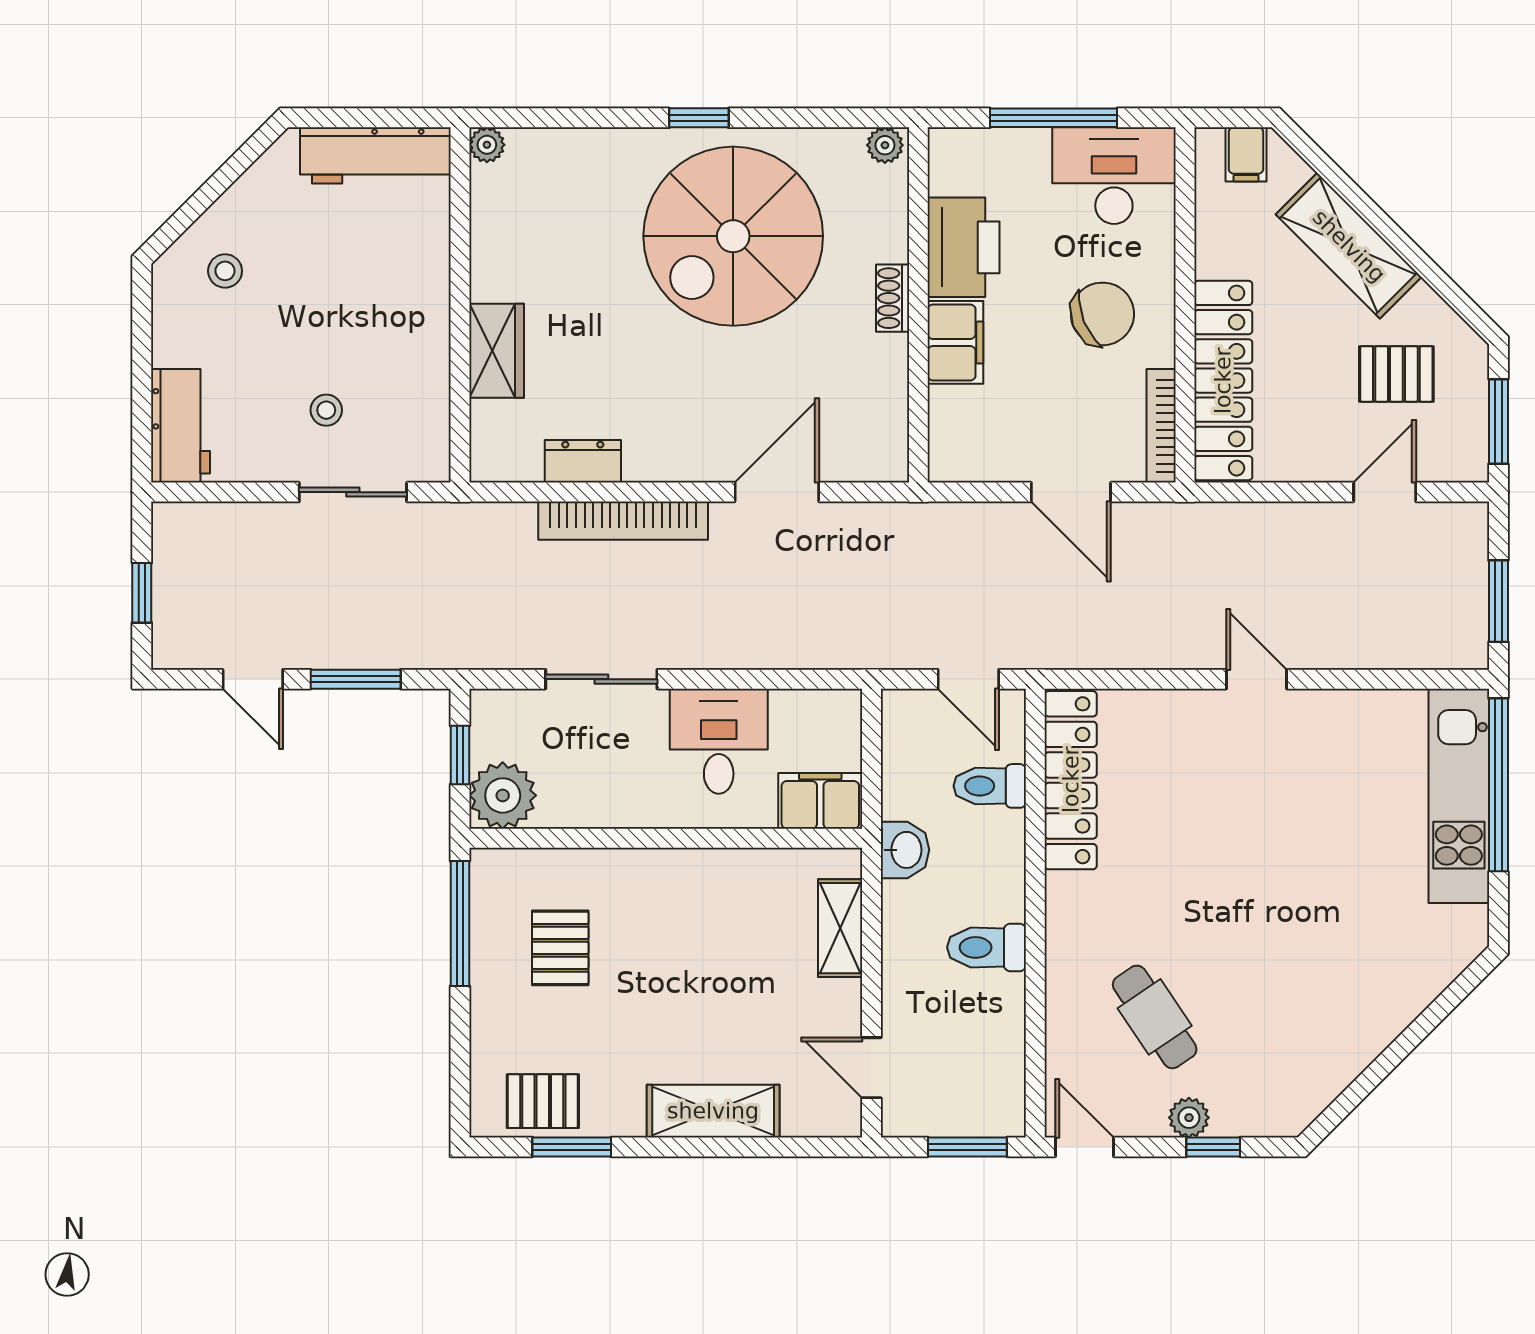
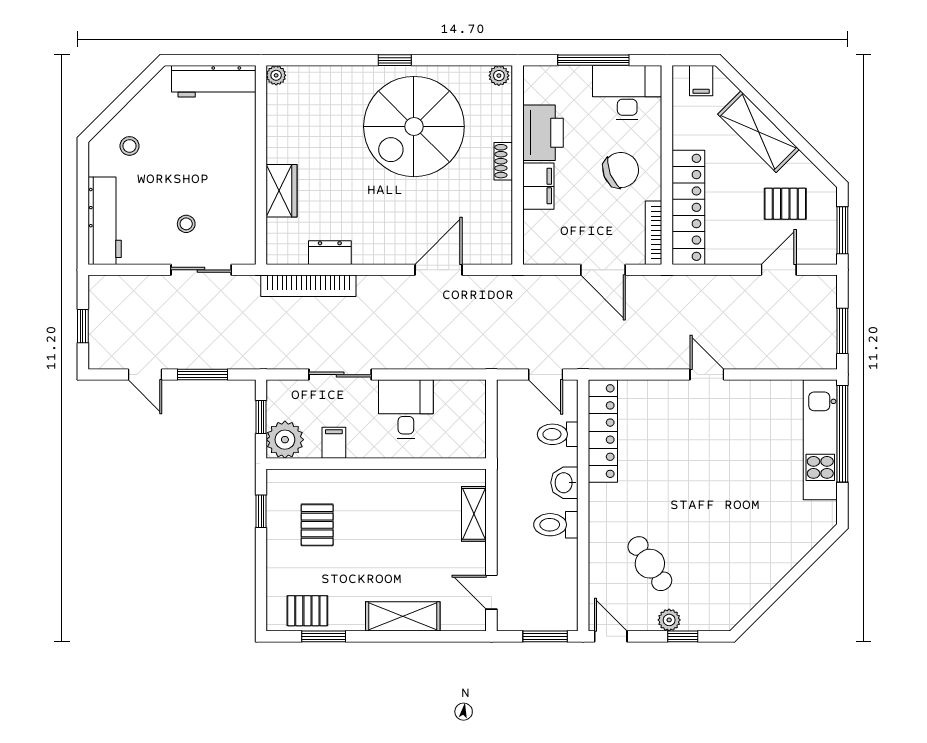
workbench: (181, 426) -> (105, 221), width x1.38
bookcase: (623, 521) -> (308, 286), moved
filing cabinet: (820, 801) -> (334, 443), moved, width x0.50
washbasin: (905, 850) -> (564, 483), moved, turned 180
window: (460, 924) -> (261, 511), width x0.46

